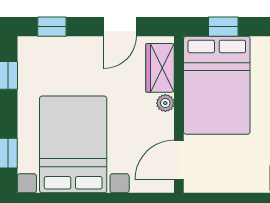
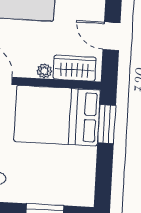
window: (223, 27) -> (107, 124), width x1.50

